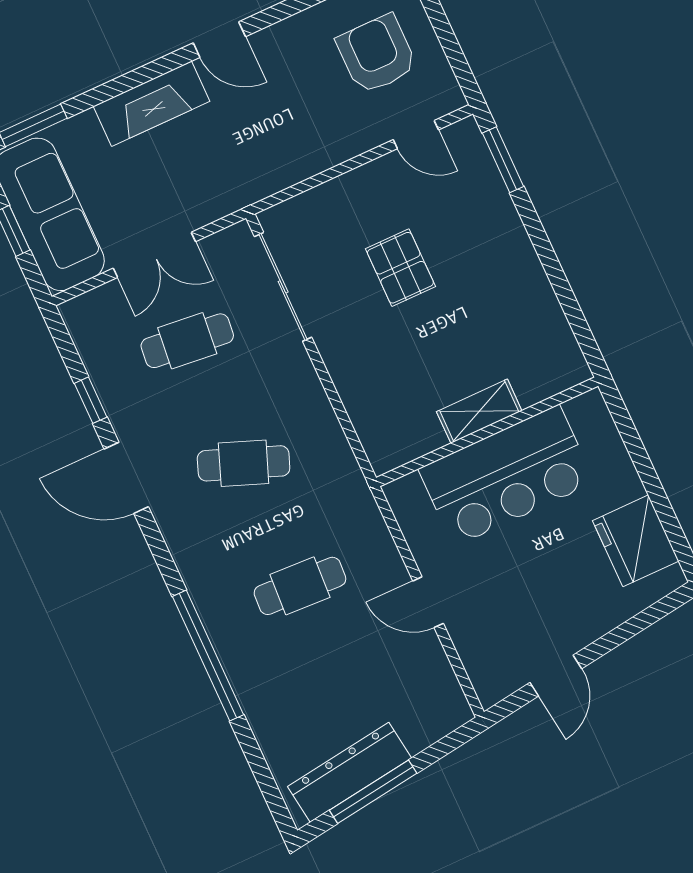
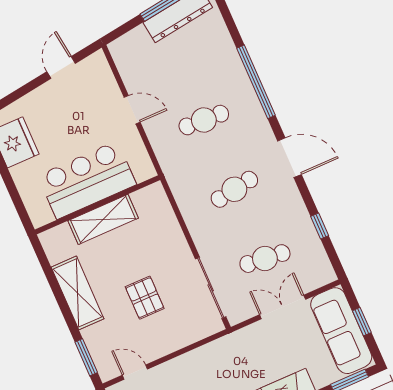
shelving: (520, 274) -> (78, 293), added
shelving: (479, 411) -> (103, 219), width x1.50, depth x1.33
cafe table: (244, 463) -> (234, 189), turned -30
door: (126, 478) -> (290, 158), moved

